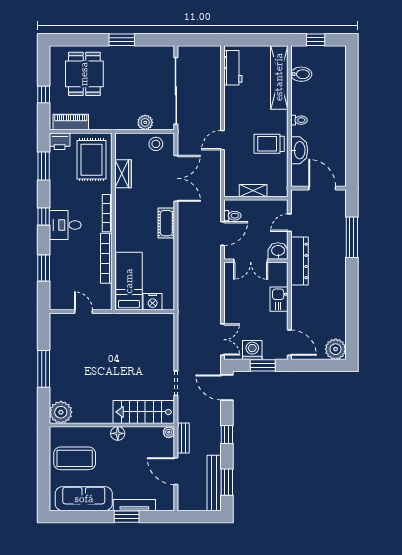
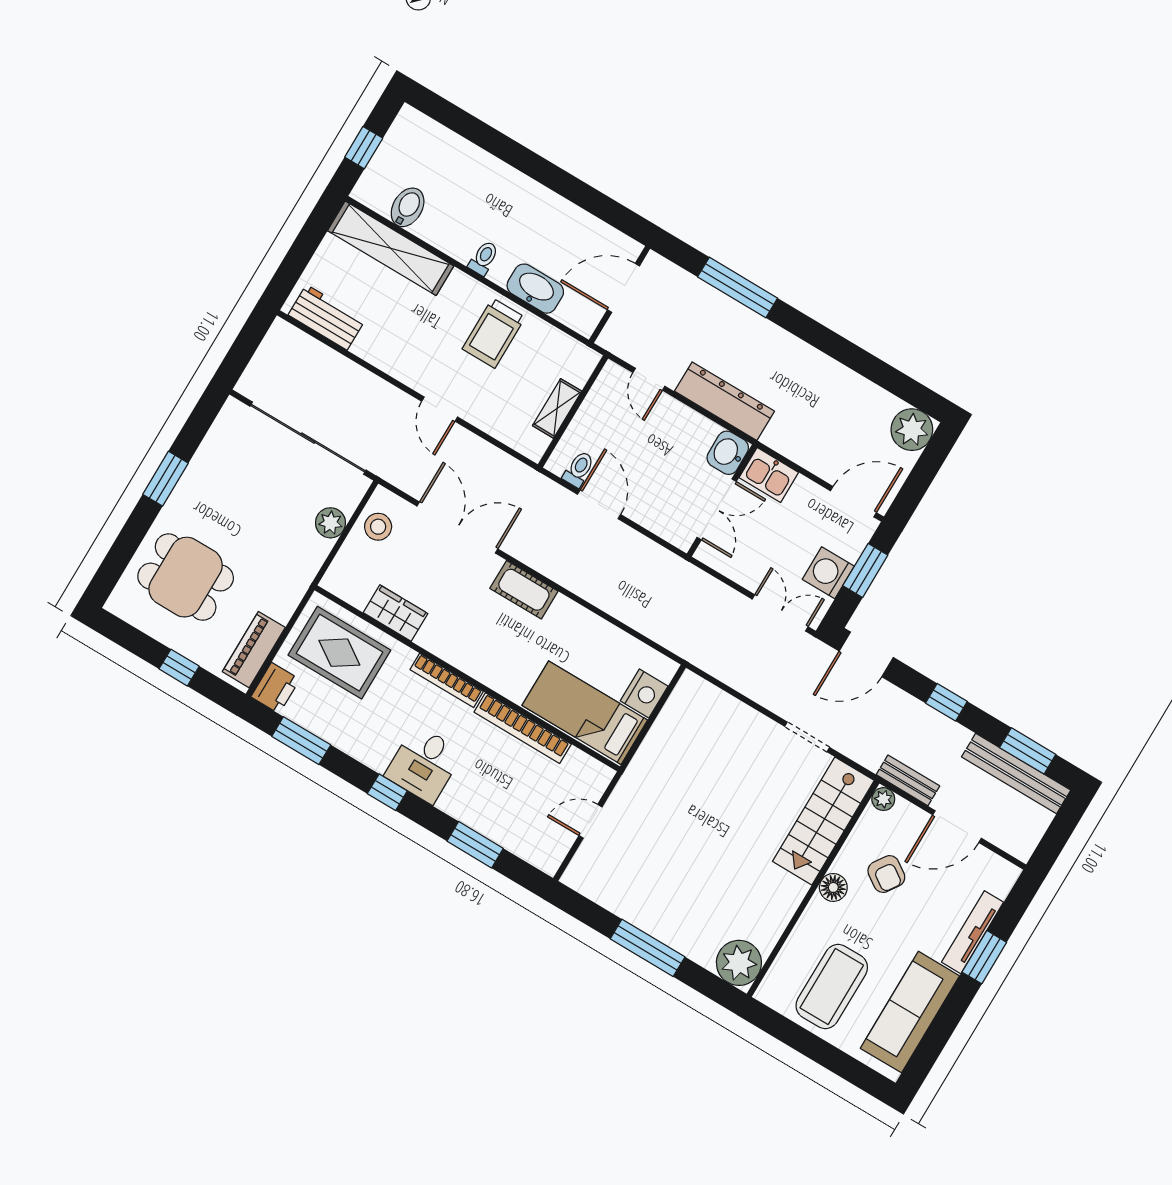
washbasin: (278, 251) -> (728, 453), moved
double door: (251, 261) -> (717, 509), moved
wall: (256, 261) -> (722, 501), moved
armchair: (137, 453) -> (886, 874), added

